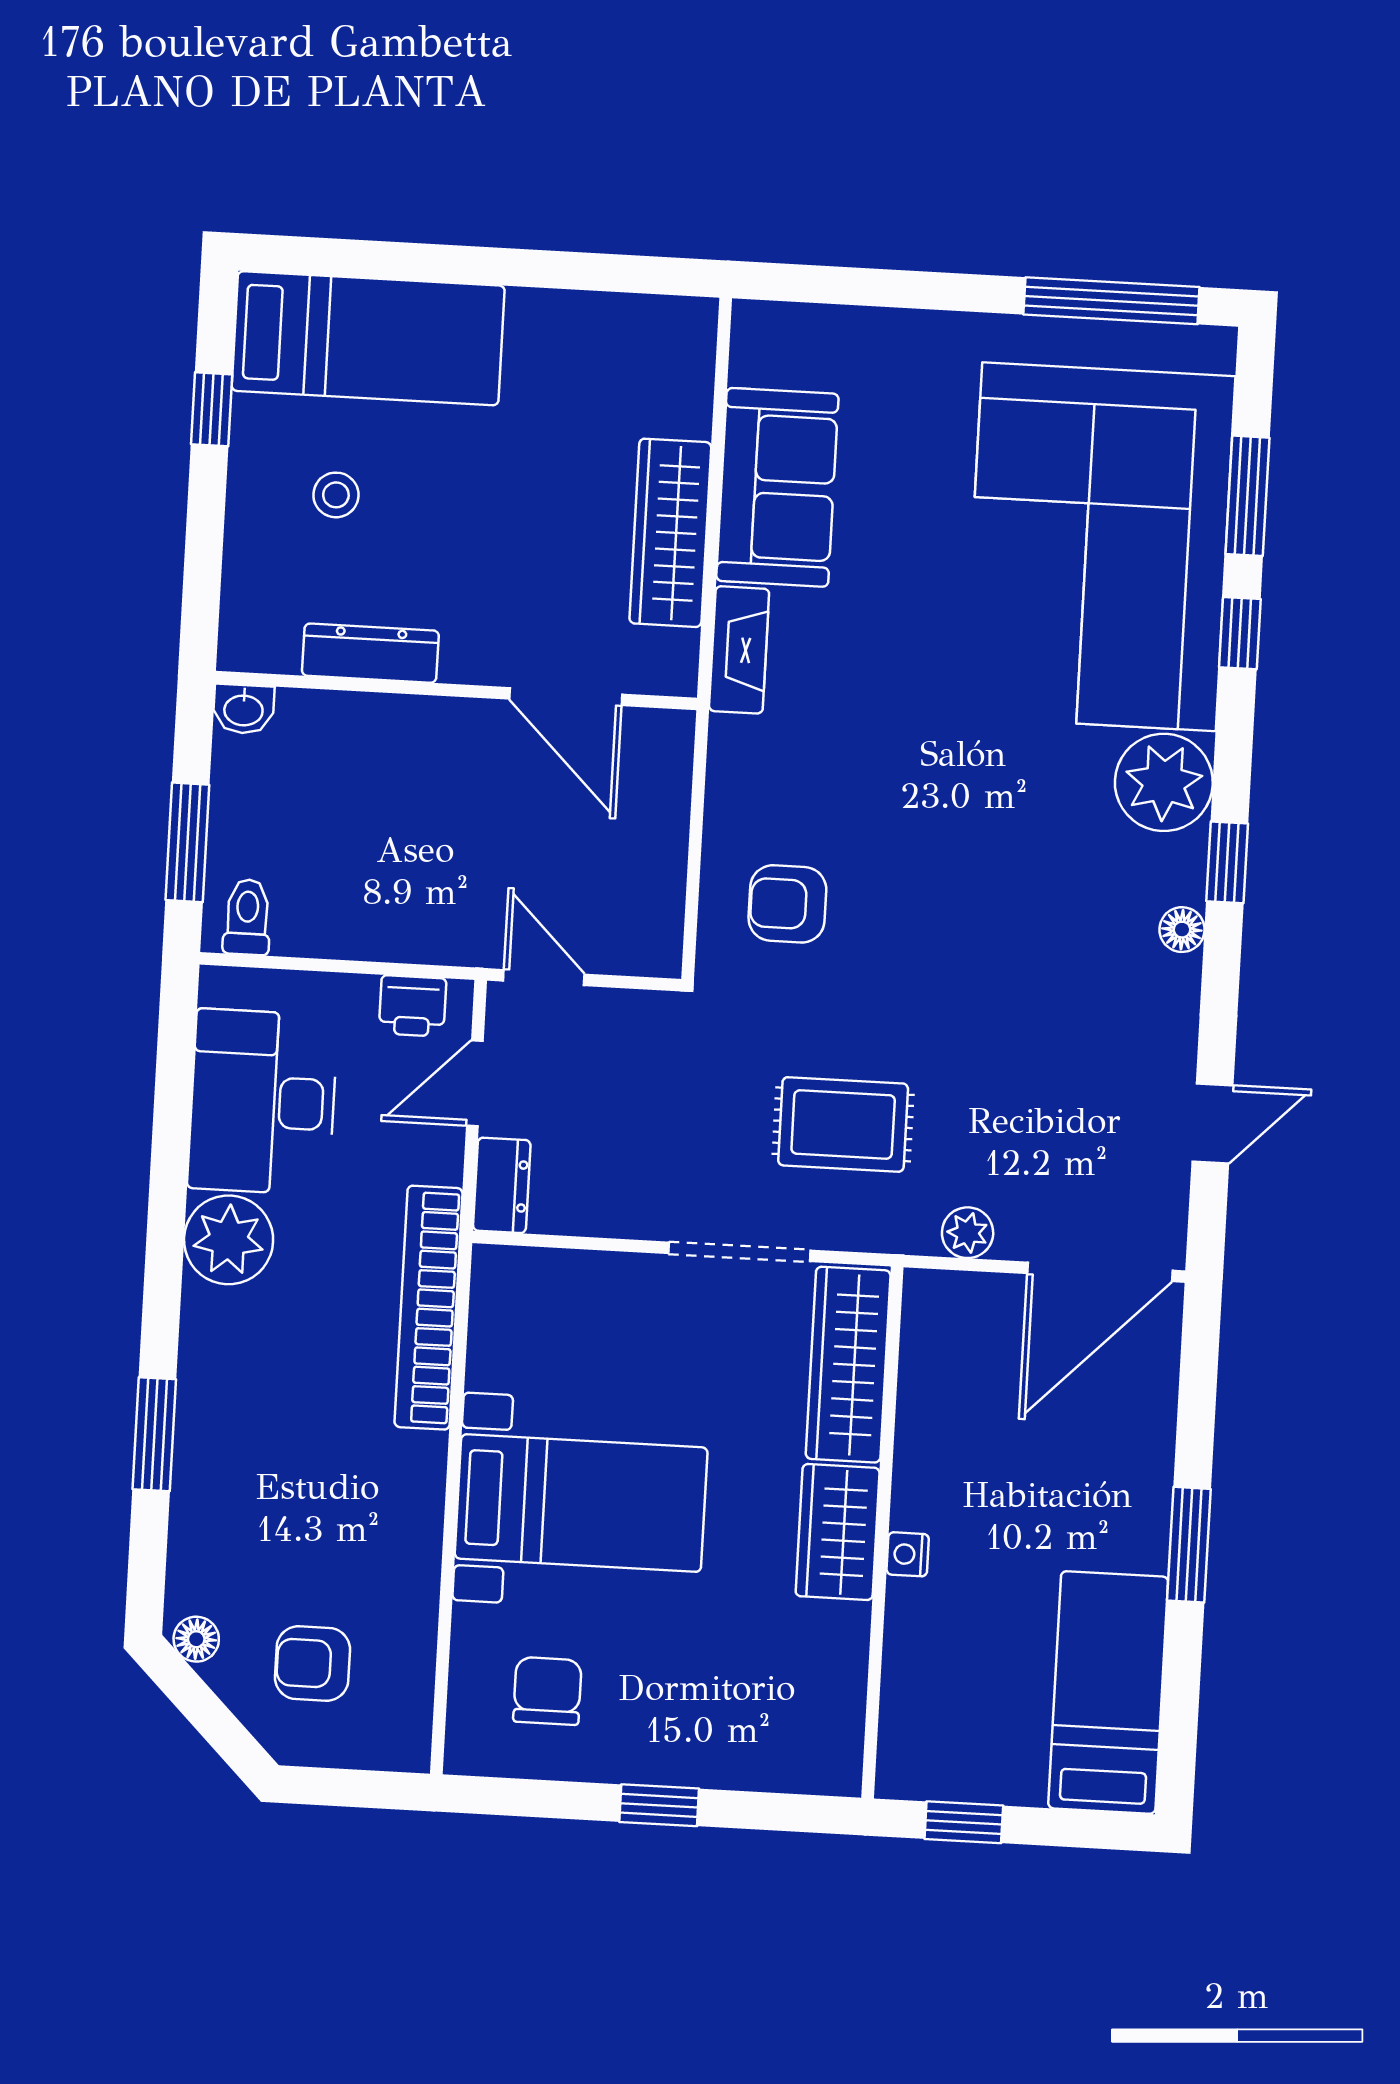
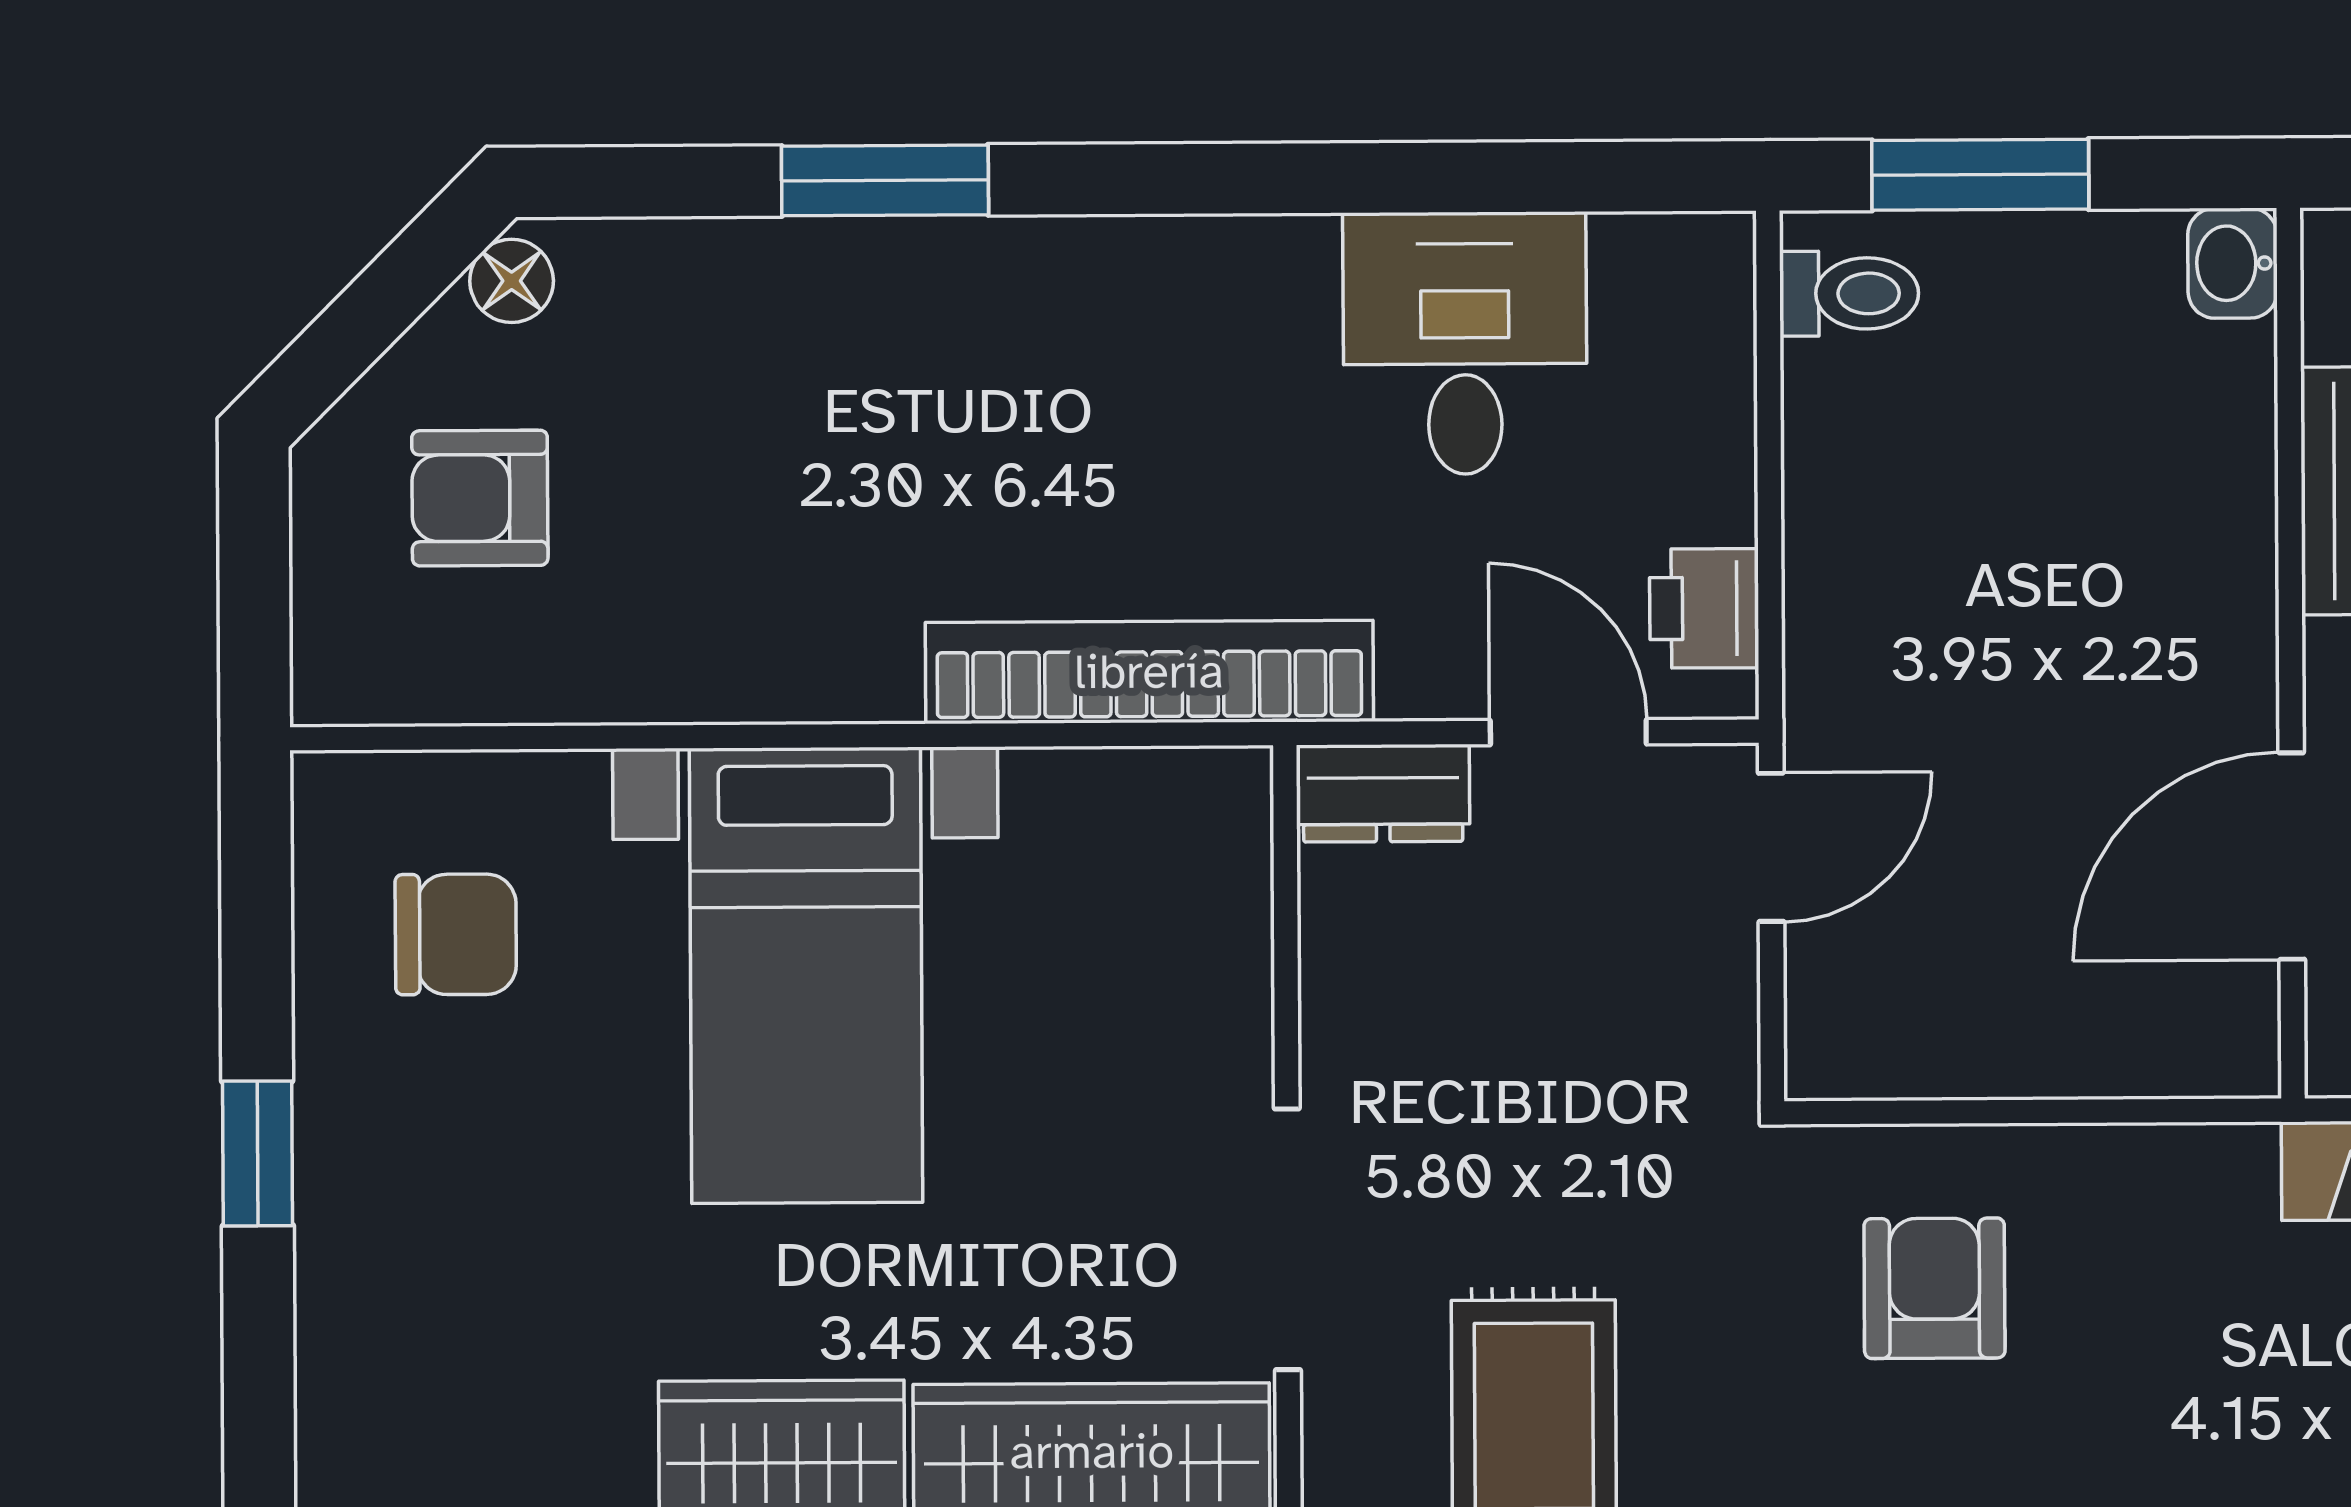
desk: (263, 1102) -> (1465, 343), width x0.73
plant: (229, 1240) -> (1252, 295), removed
armchair: (312, 1664) -> (480, 498), turned -90

